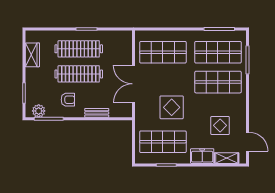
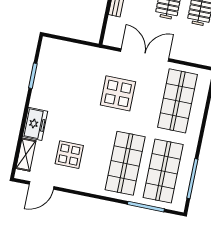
display table: (172, 107) -> (118, 93), moved
shop shelf: (163, 142) -> (63, 78), removed

